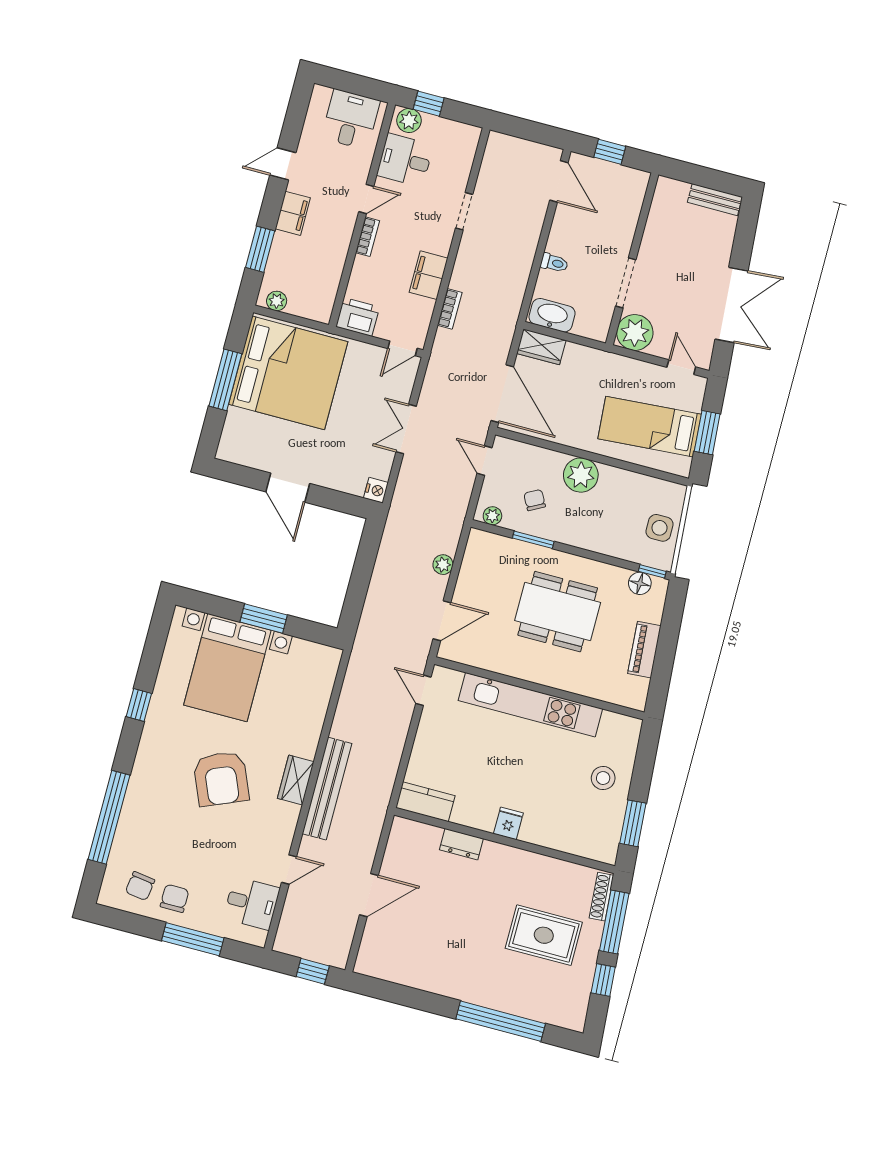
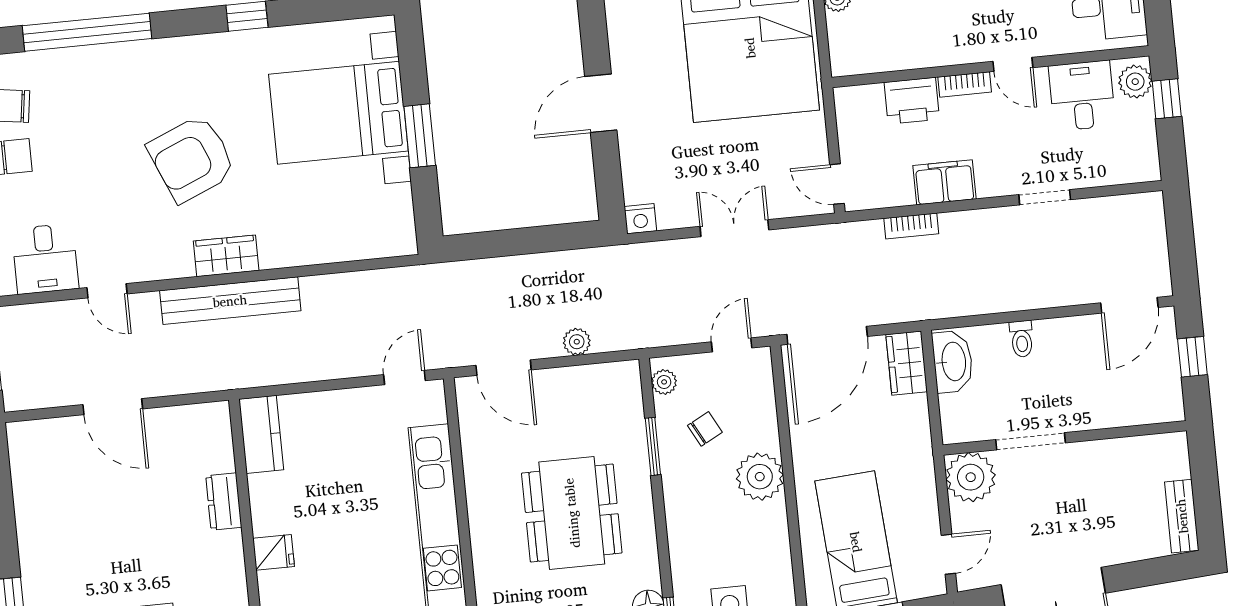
printer: (358, 317) -> (912, 101), moved, turned 90

